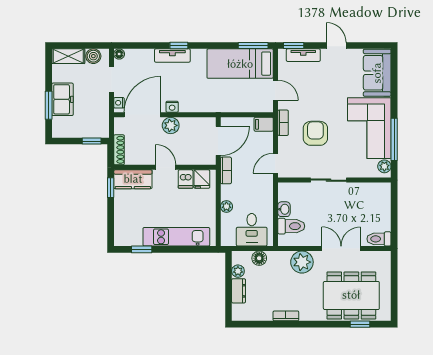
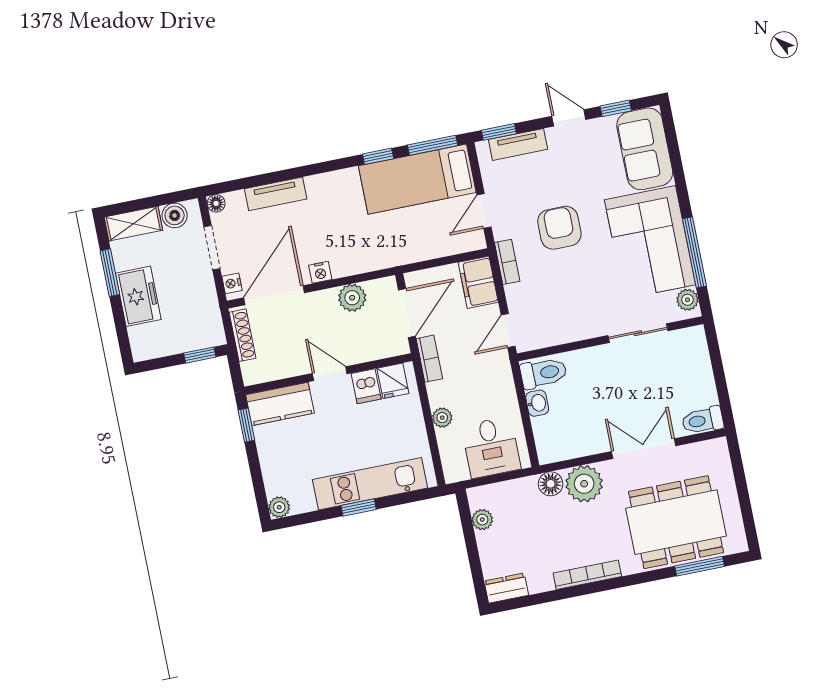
window: (179, 46) -> (378, 156), moved
window: (365, 46) -> (616, 108), added
tv unit: (172, 55) -> (276, 194), moved
door: (275, 90) -> (484, 211), swing flipped
window: (49, 105) -> (110, 273), moved
filing cabinet: (264, 124) -> (478, 282), width x2.00
plant: (171, 125) -> (352, 298), moved
armchair: (315, 133) -> (559, 228), moved
shoe rack: (119, 150) -> (242, 335), moved
sliding door: (328, 180) -> (638, 333), moved
toilet: (291, 226) -> (544, 373), moved
plant: (120, 240) -> (279, 507), added
window: (142, 249) -> (359, 507), moved
floor lamp: (259, 258) -> (551, 484), moved
dresser: (239, 291) -> (506, 588), moved, turned -90
bookcase: (286, 316) -> (587, 575), width x1.56
window: (360, 324) -> (700, 566), width x1.50

